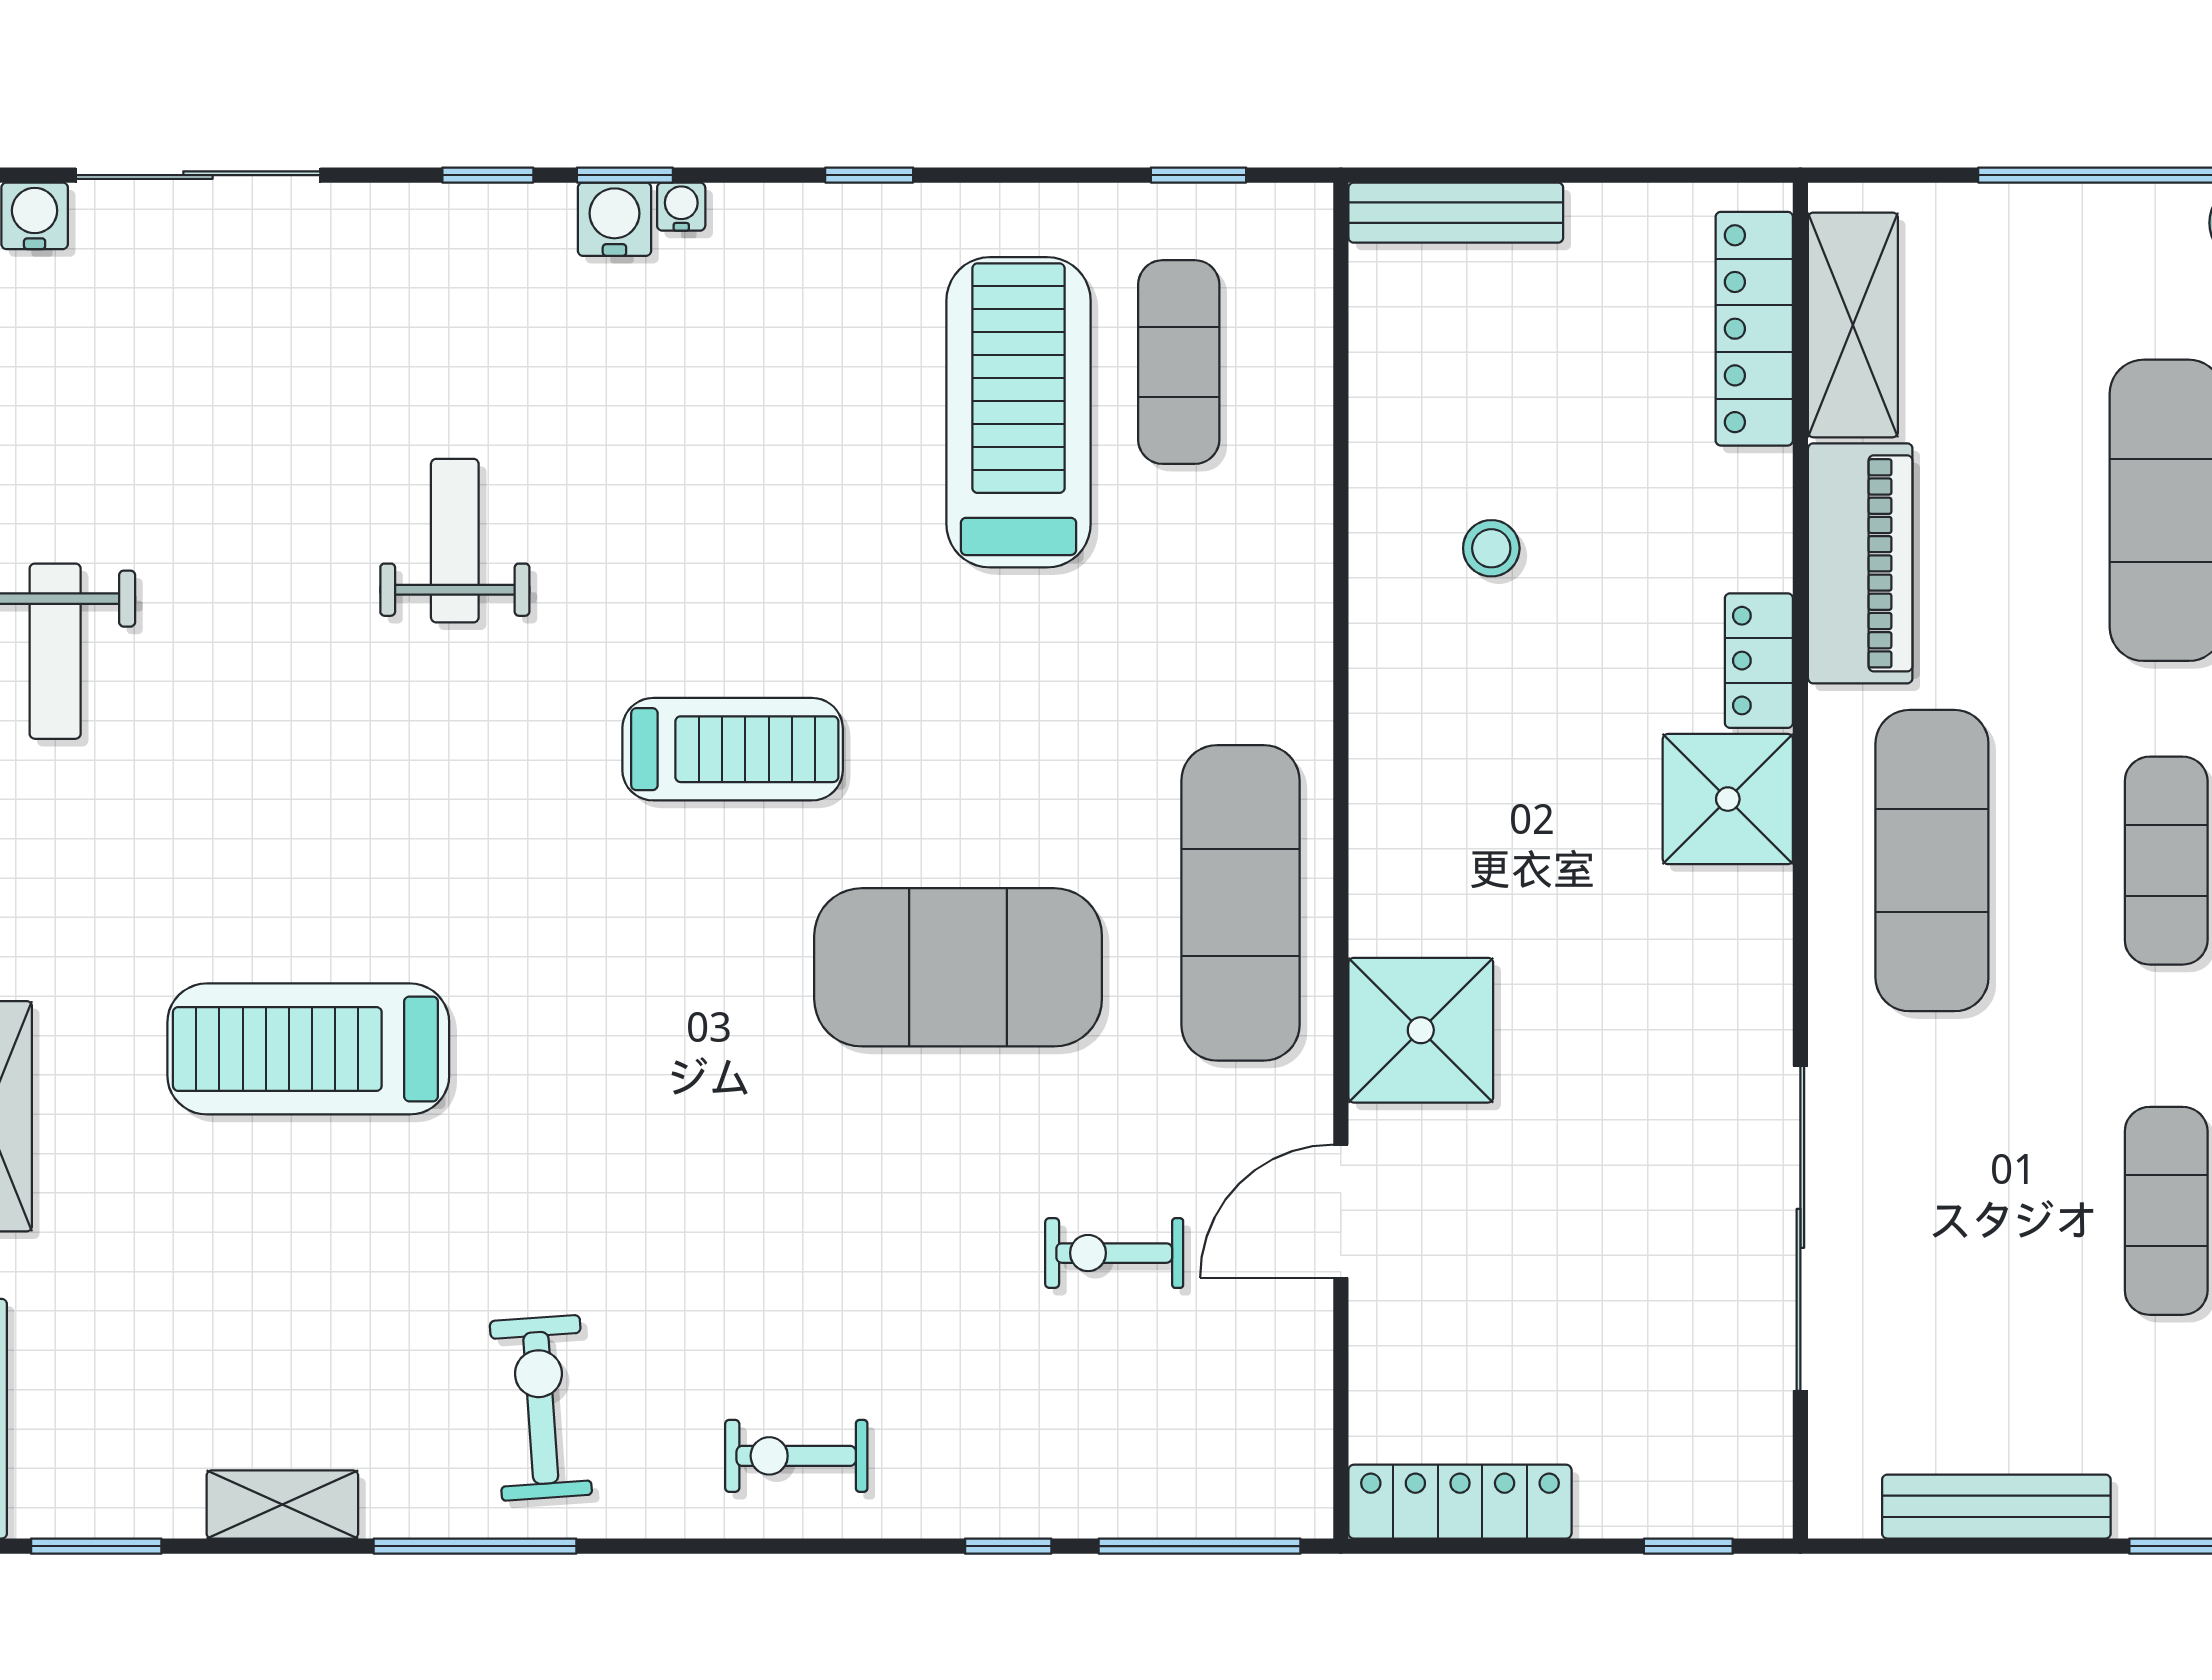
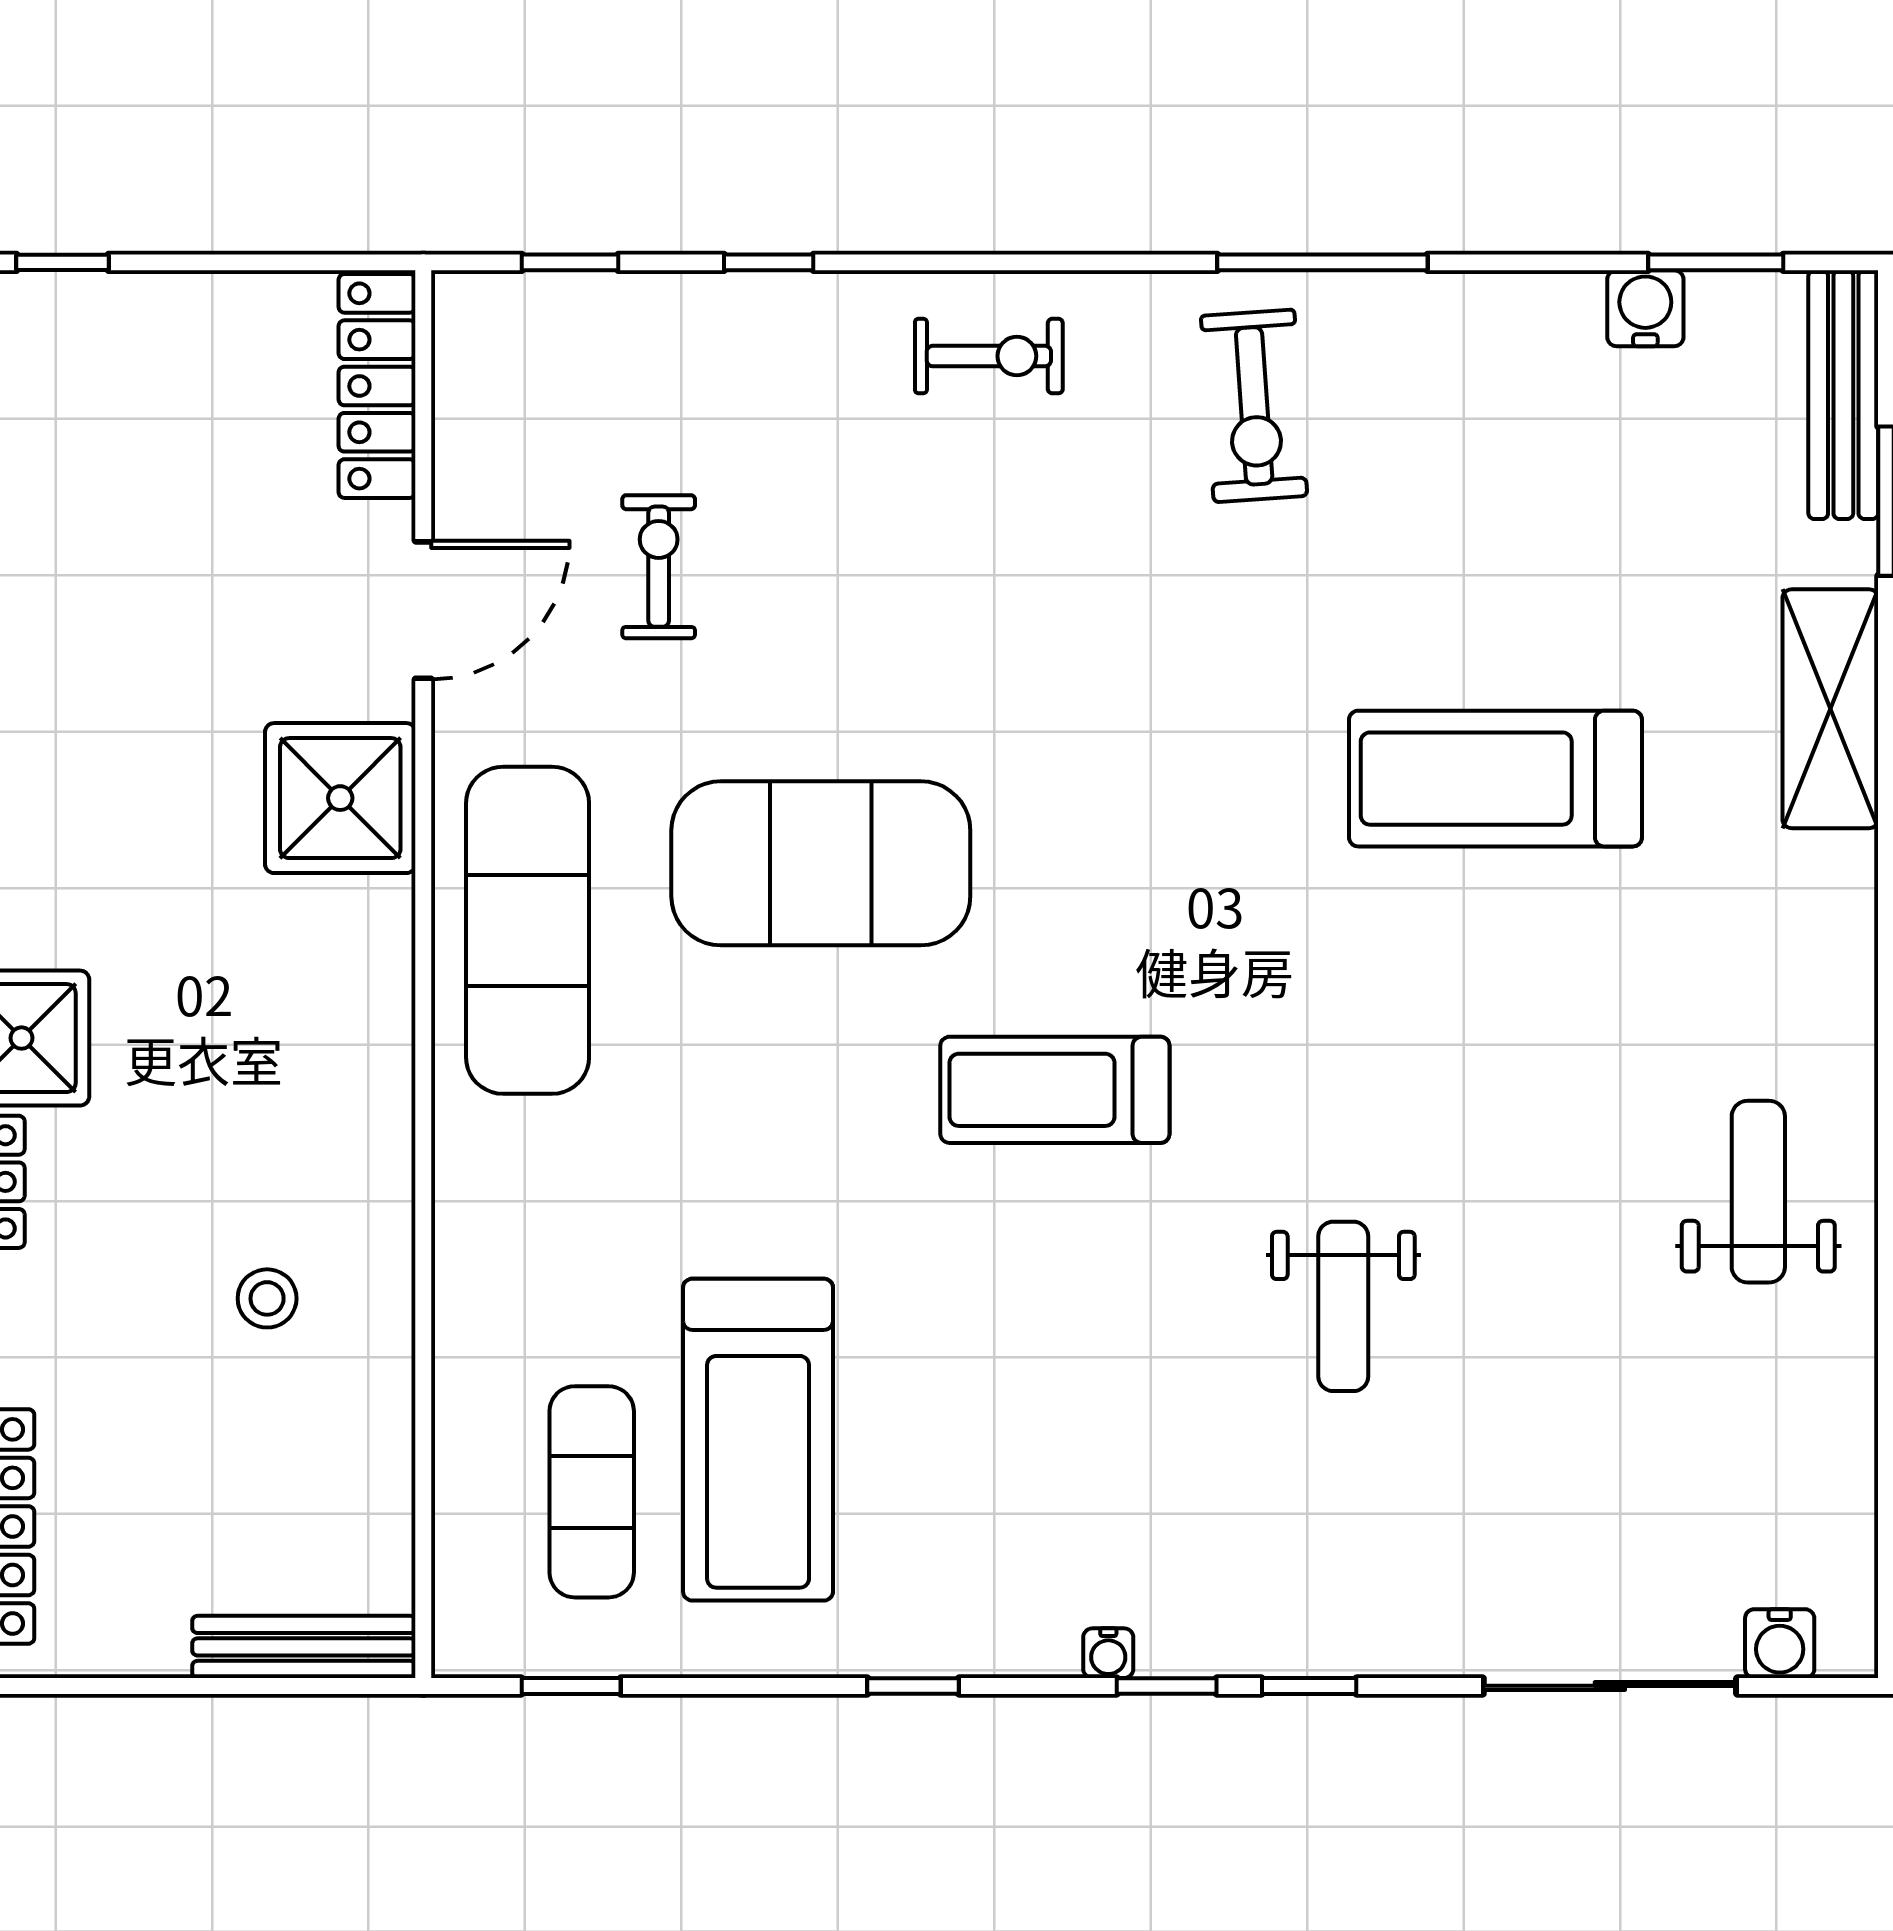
water cooler: (614, 219) -> (1645, 308), moved, turned 180
treadmill: (308, 1049) -> (1495, 779), turned 180
exercise bike: (1114, 1253) -> (659, 567), turned -90
locker: (1460, 1502) -> (377, 386), moved, turned 90
shelving: (282, 1504) -> (1522, 306), removed
window: (1200, 1546) -> (570, 262), width x0.46

